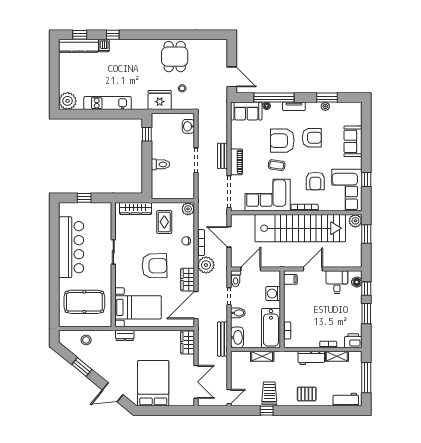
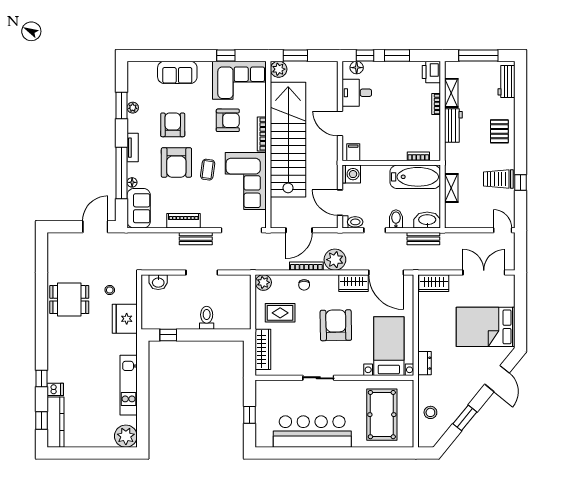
piano: (236, 162) -> (184, 221), moved
washing machine: (273, 294) -> (351, 174), moved, turned -90
bench: (223, 339) -> (423, 239), width x0.73

